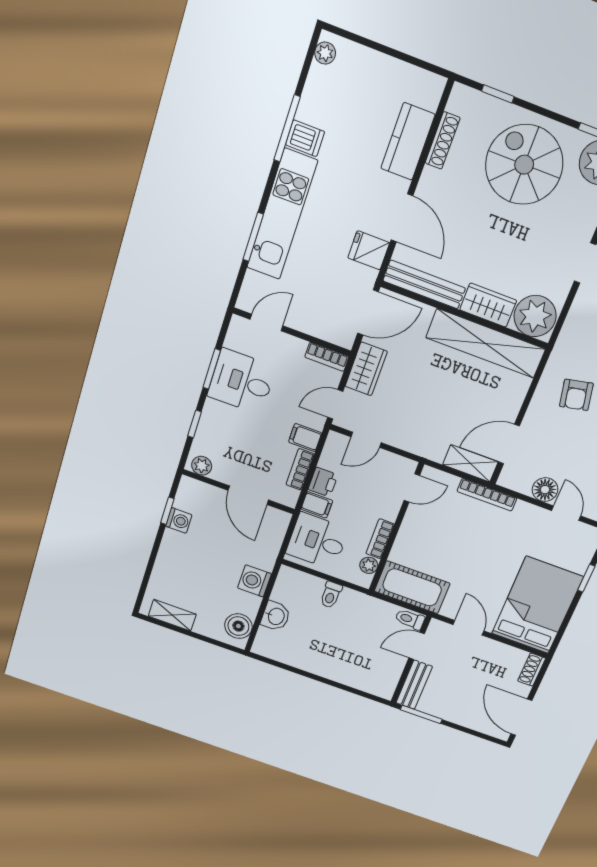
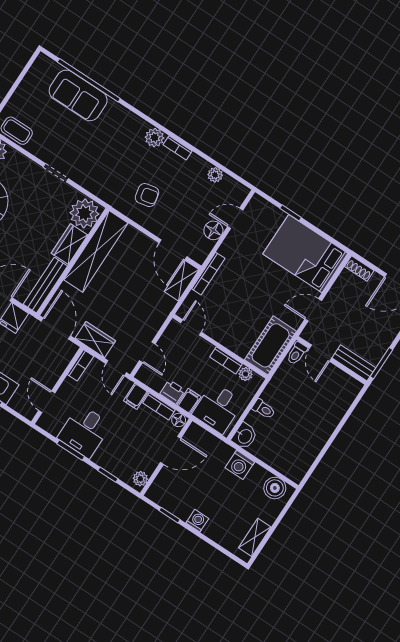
floor lamp: (289, 497) -> (179, 420), added
washing machine: (179, 520) -> (197, 521), moved
washbasin: (276, 616) -> (245, 436), moved, turned 90

